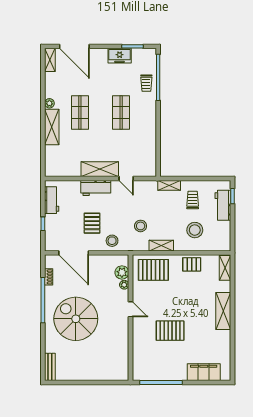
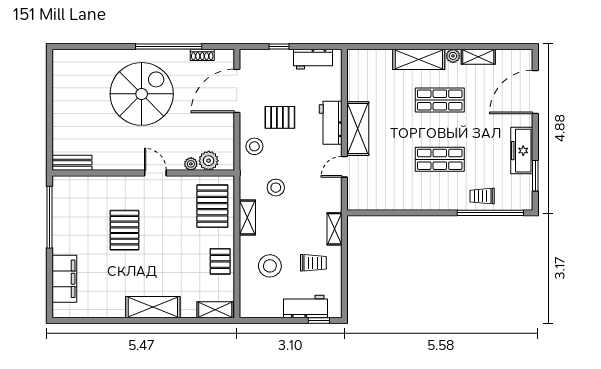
freezer: (120, 56) -> (522, 151), width x1.40
shelving: (50, 60) -> (478, 57), moved
door: (130, 309) -> (155, 173), swing flipped
bench: (50, 367) -> (72, 163), moved

